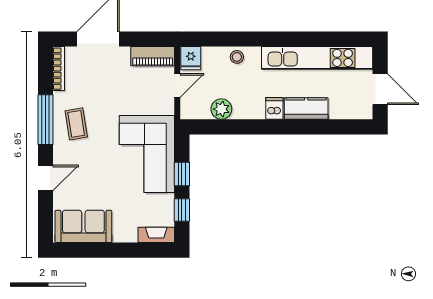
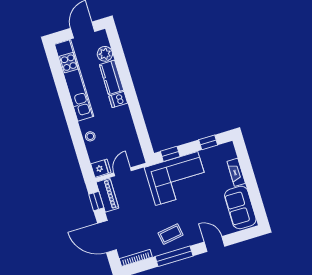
window: (149, 39) -> (96, 201), added
door: (177, 85) -> (123, 172), hinge flipped
plant: (221, 109) -> (105, 54), moved
window: (182, 174) -> (170, 154), moved
fireplace: (156, 235) -> (236, 172), moved

